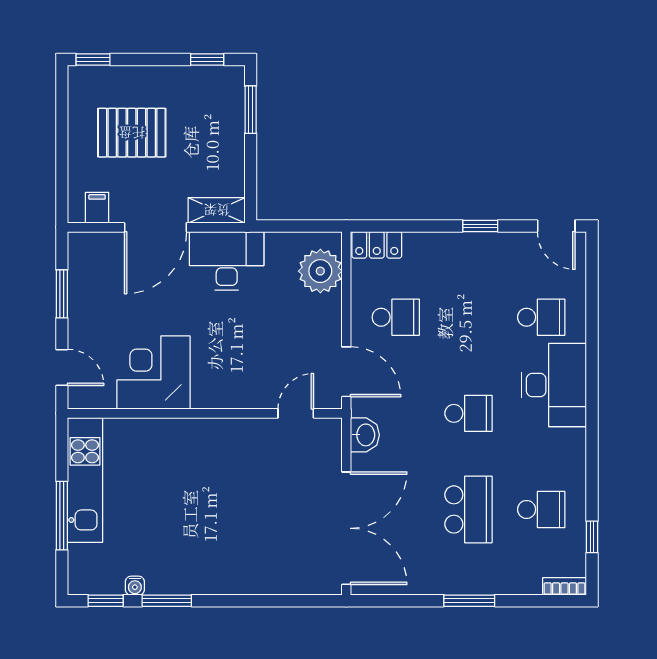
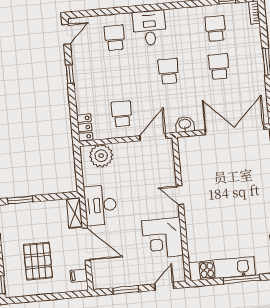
desk: (554, 385) -> (150, 28), width x0.73
door: (296, 413) -> (180, 195), moved
school desk: (468, 509) -> (219, 67), width x0.54

